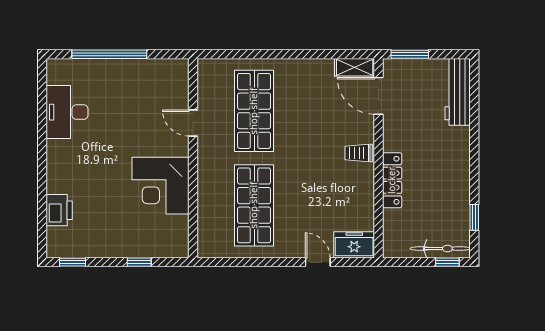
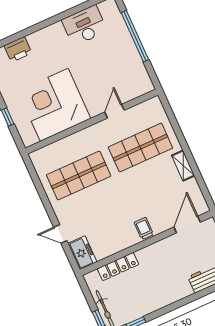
shelving: (355, 67) -> (183, 166), moved
locker: (392, 180) -> (118, 267), moved
corner desk: (161, 186) -> (54, 105), width x1.36, depth x1.36
door: (318, 262) -> (60, 234), swing flipped

